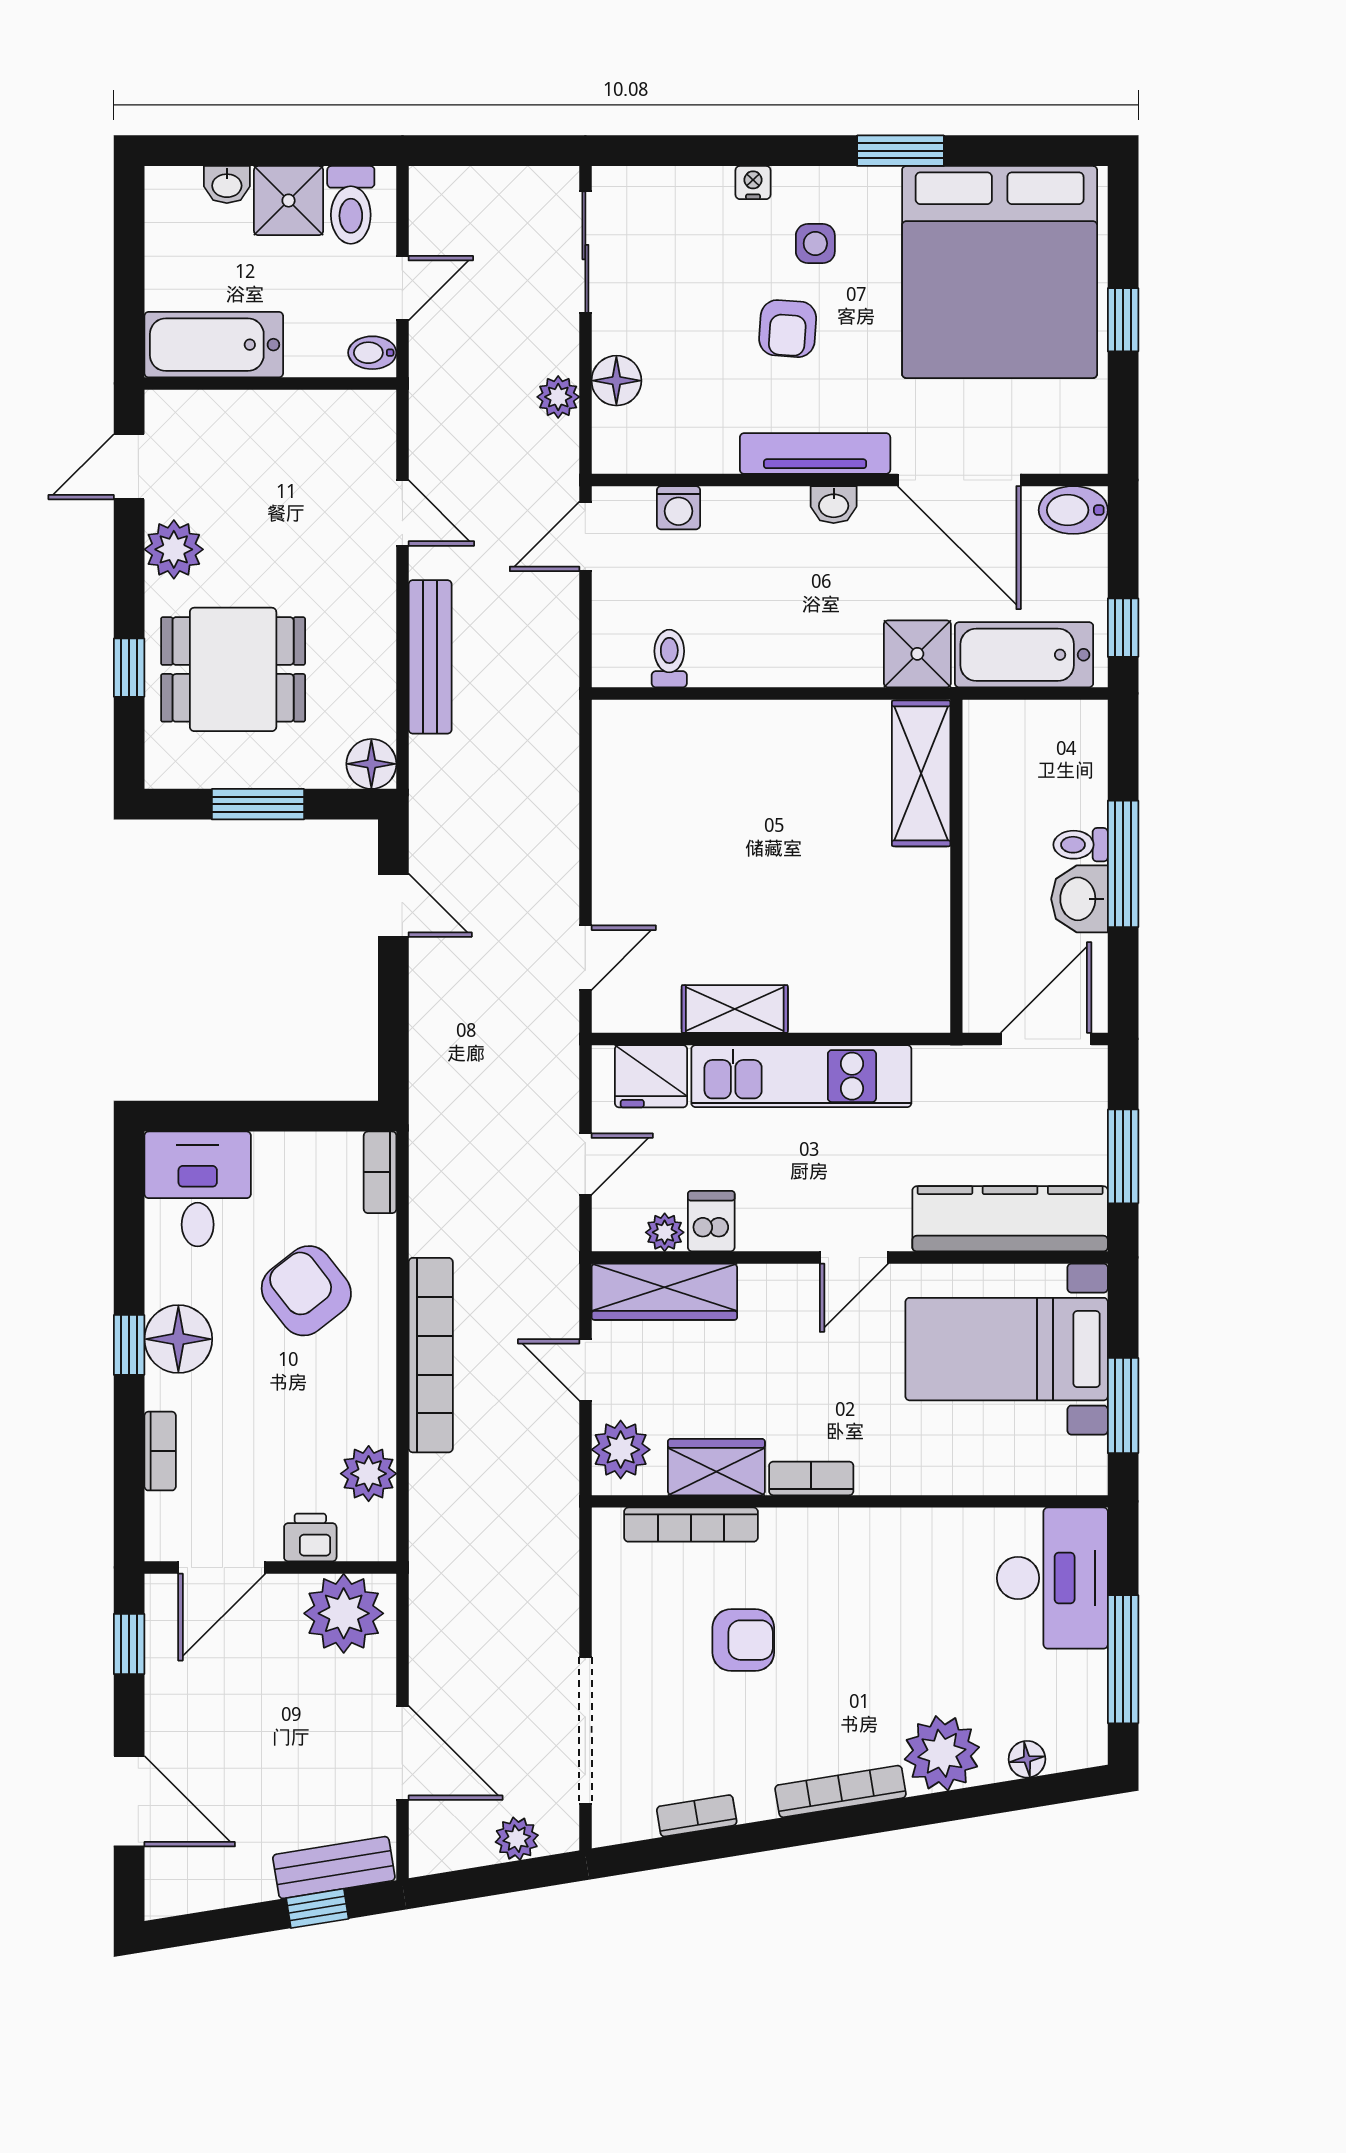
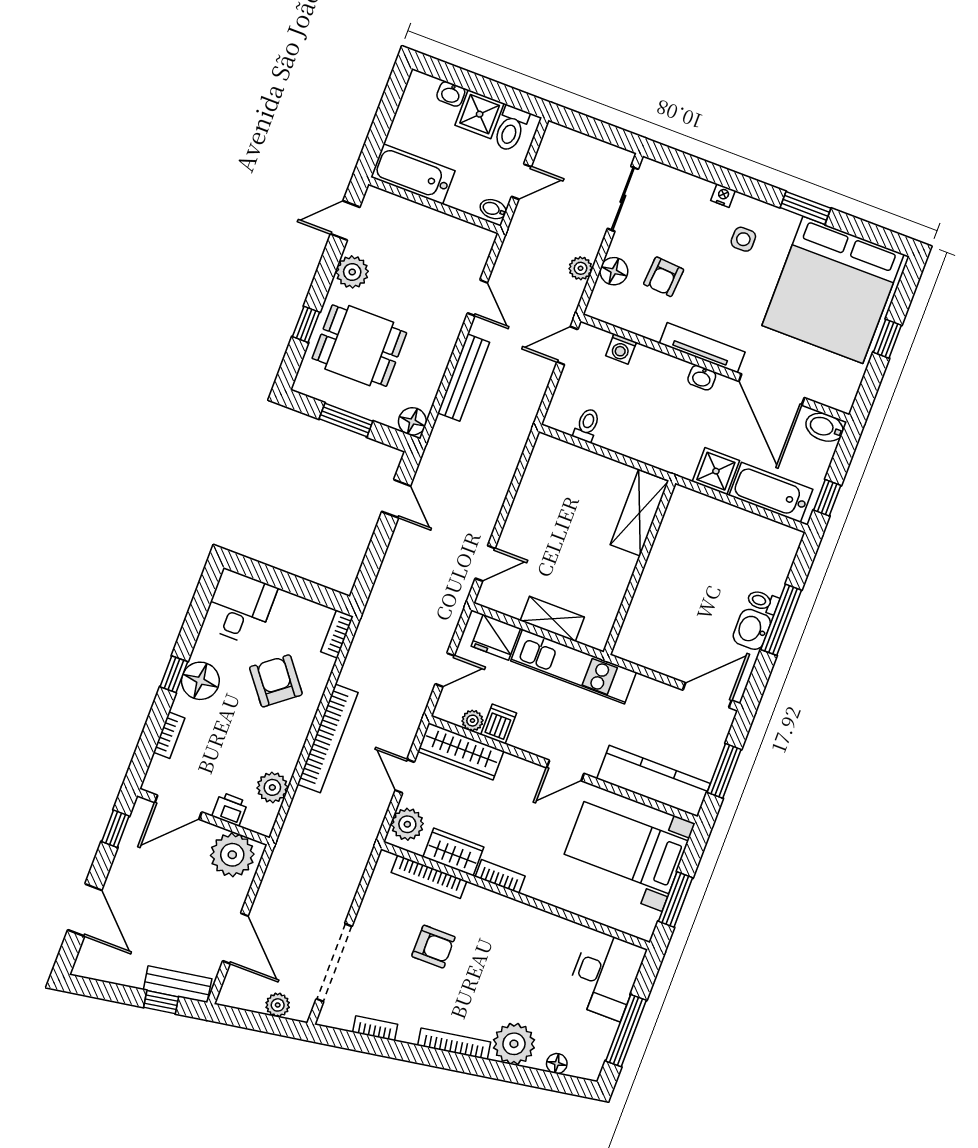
armchair: (788, 329) -> (664, 277), moved
shelving: (921, 773) -> (639, 513), moved
wall: (956, 866) -> (639, 568), moved

